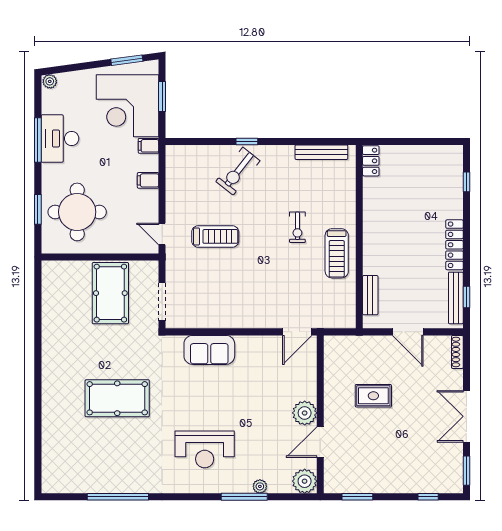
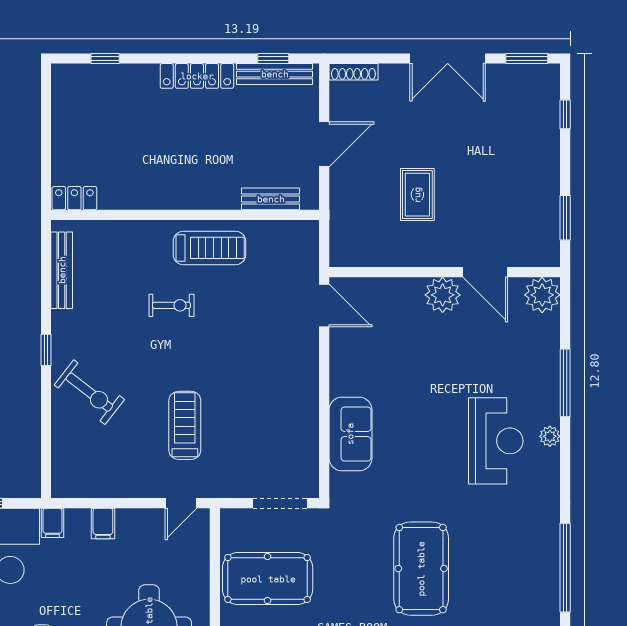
window: (247, 141) -> (46, 350), moved
plant: (260, 486) -> (550, 436), moved

